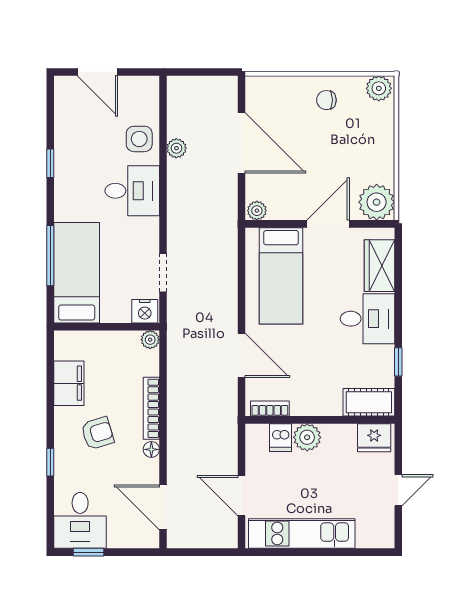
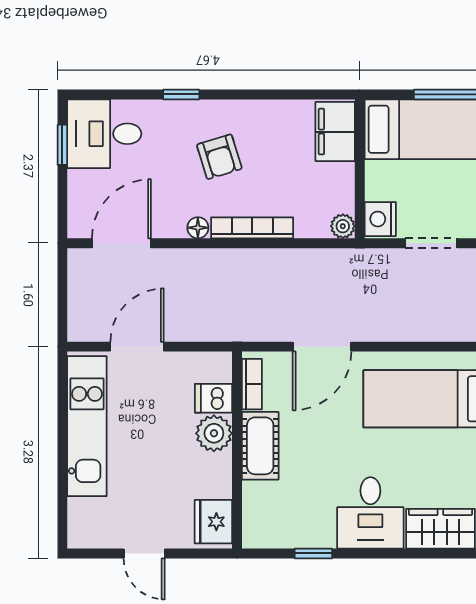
filing cabinet: (69, 383) -> (335, 132), moved, turned 90
cot: (369, 402) -> (260, 446), moved

